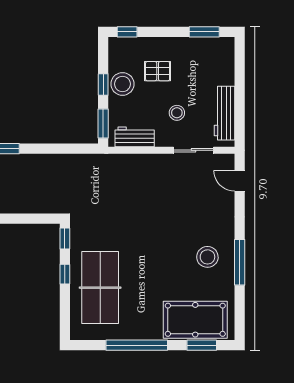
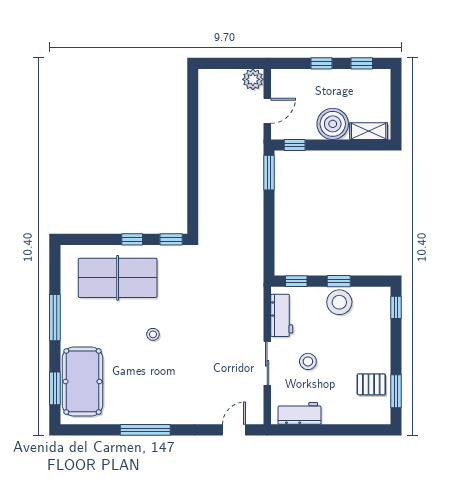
pallet: (158, 71) -> (371, 384), moved, turned 90
workbench: (225, 113) -> (300, 413), width x0.73
window: (103, 124) -> (296, 281), width x0.67
sliding door: (193, 150) -> (267, 363), moved
stool: (207, 257) -> (153, 334), moved, width x0.53, depth x0.53
window: (137, 345) -> (55, 318), width x0.68

